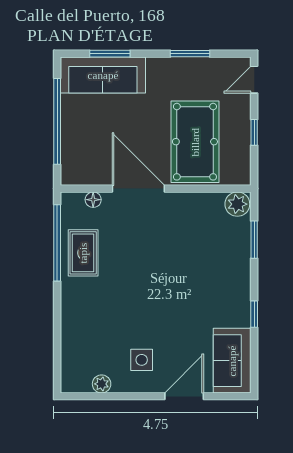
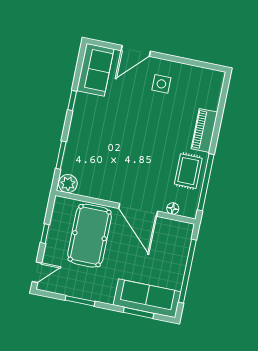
piano: (73, 310) -> (204, 130), added
plant: (102, 384) -> (194, 72), removed

